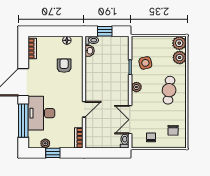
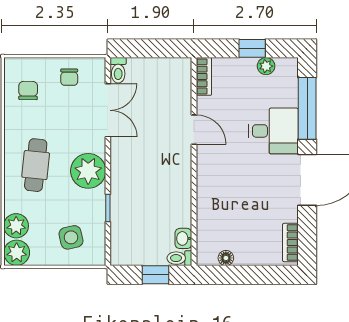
side table: (145, 63) -> (71, 237), moved
armchair: (64, 66) -> (231, 211), removed
plant: (136, 87) -> (88, 171), width x1.87, depth x1.87
door: (84, 109) -> (194, 130), swing flipped
desk: (41, 113) -> (273, 131), width x0.73

